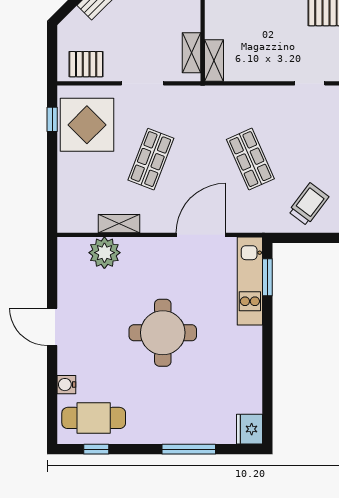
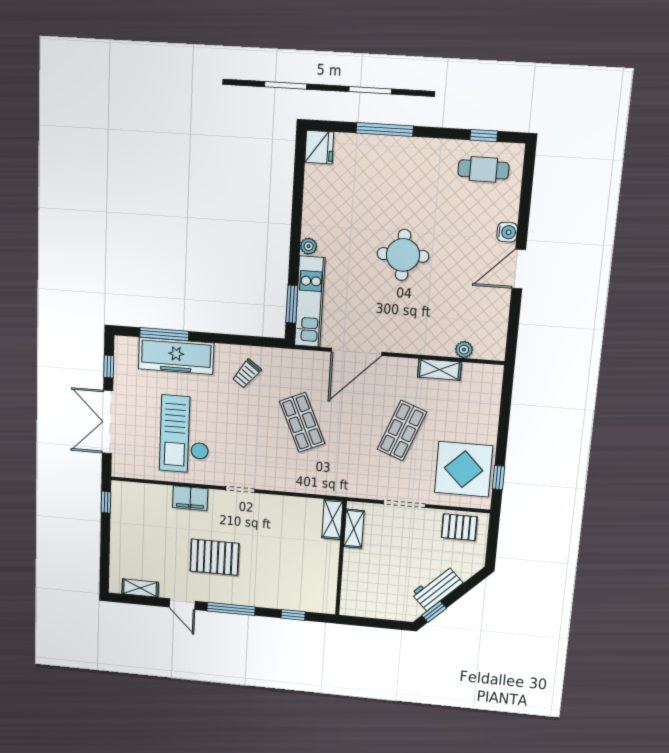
trolley: (309, 204) -> (247, 374), width x0.73, depth x0.72
plant: (104, 253) -> (464, 350), width x0.53, depth x0.53
door: (52, 327) -> (519, 269), swing flipped
round table: (163, 333) -> (403, 255), width x0.73, depth x0.73
plant: (254, 335) -> (309, 246), added
water cooler: (66, 385) -> (507, 232), moved
cafe table: (94, 418) -> (483, 169), width x0.73, depth x0.74

